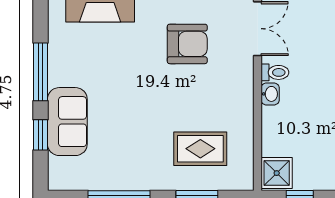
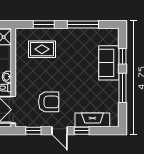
armchair: (187, 44) -> (49, 102), turned 180

